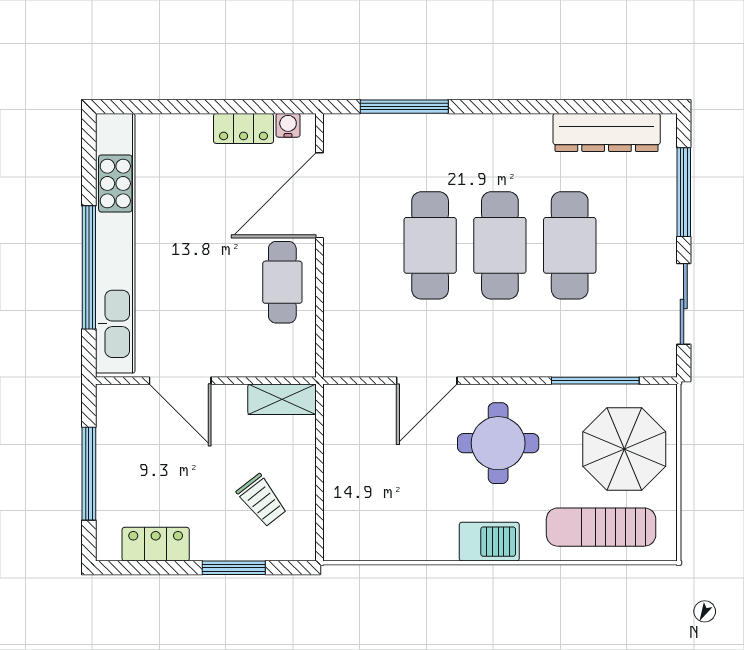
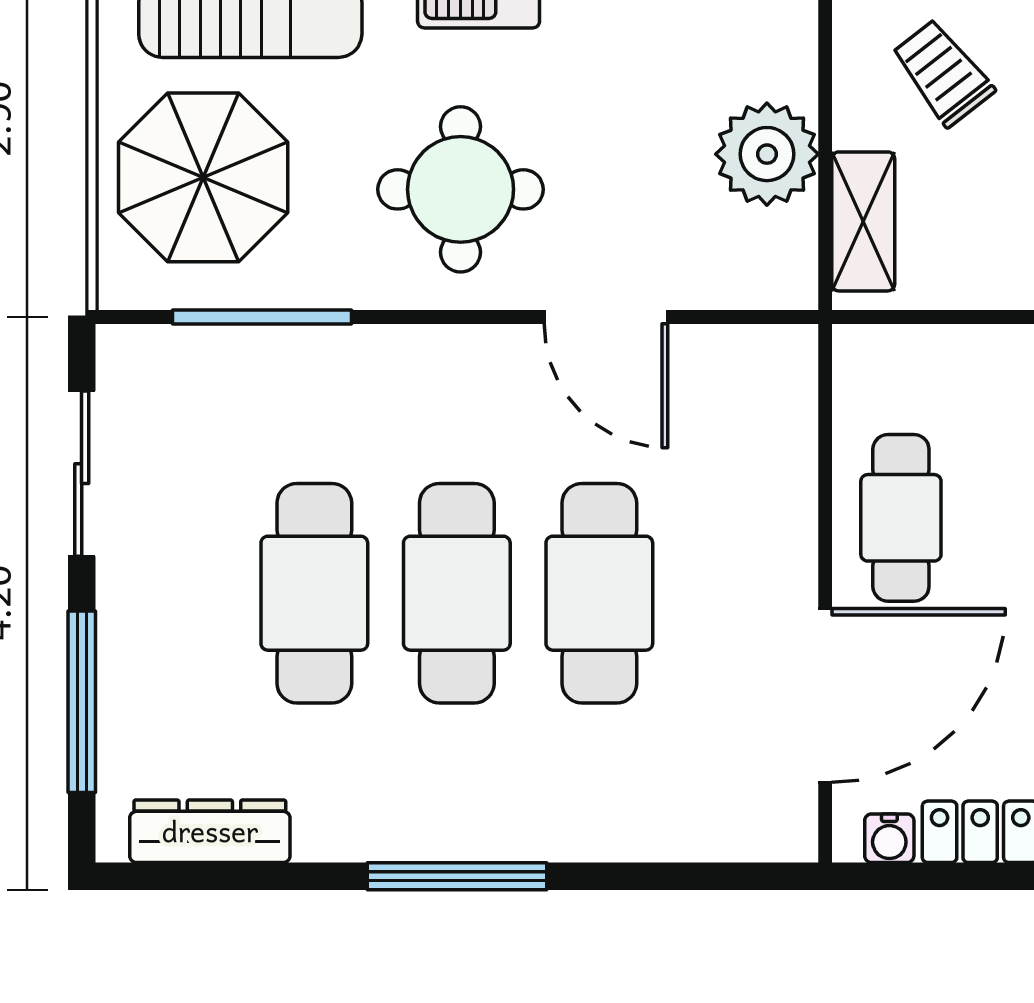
window: (404, 107) -> (457, 876), moved
dresser: (607, 132) -> (210, 831), width x0.73, depth x0.80
door: (427, 381) -> (606, 317), swing flipped
shelving: (282, 399) -> (863, 221), moved, turned 90
plant: (348, 460) -> (767, 154), added

